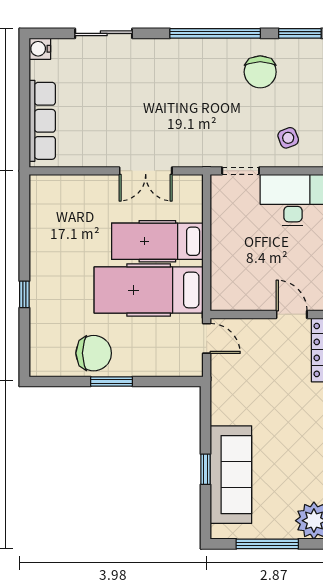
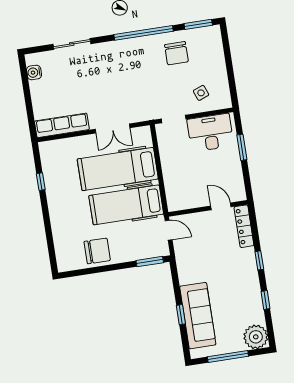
water cooler: (40, 49) -> (34, 72), moved
row of seats: (42, 121) -> (62, 125), moved, turned -90
hospital bed: (157, 241) -> (118, 169), width x1.37, depth x1.29
window: (24, 294) -> (41, 182), moved
window: (112, 382) -> (150, 262), moved

